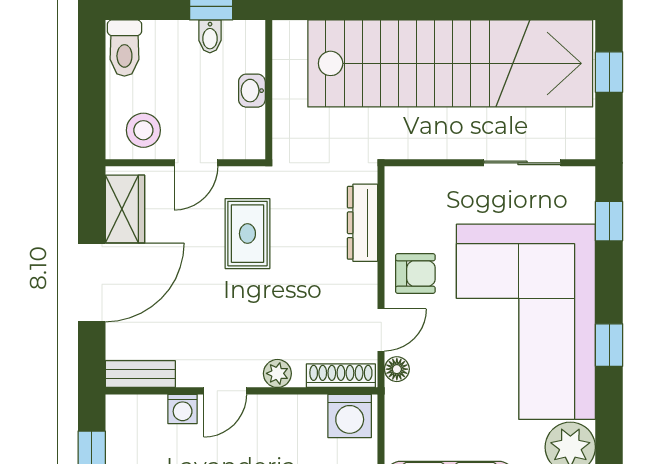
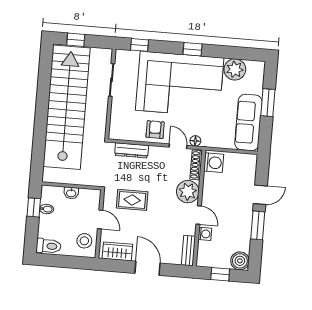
door: (92, 282) -> (148, 268), width x0.73
plant: (277, 373) -> (188, 192), width x1.87, depth x1.87

